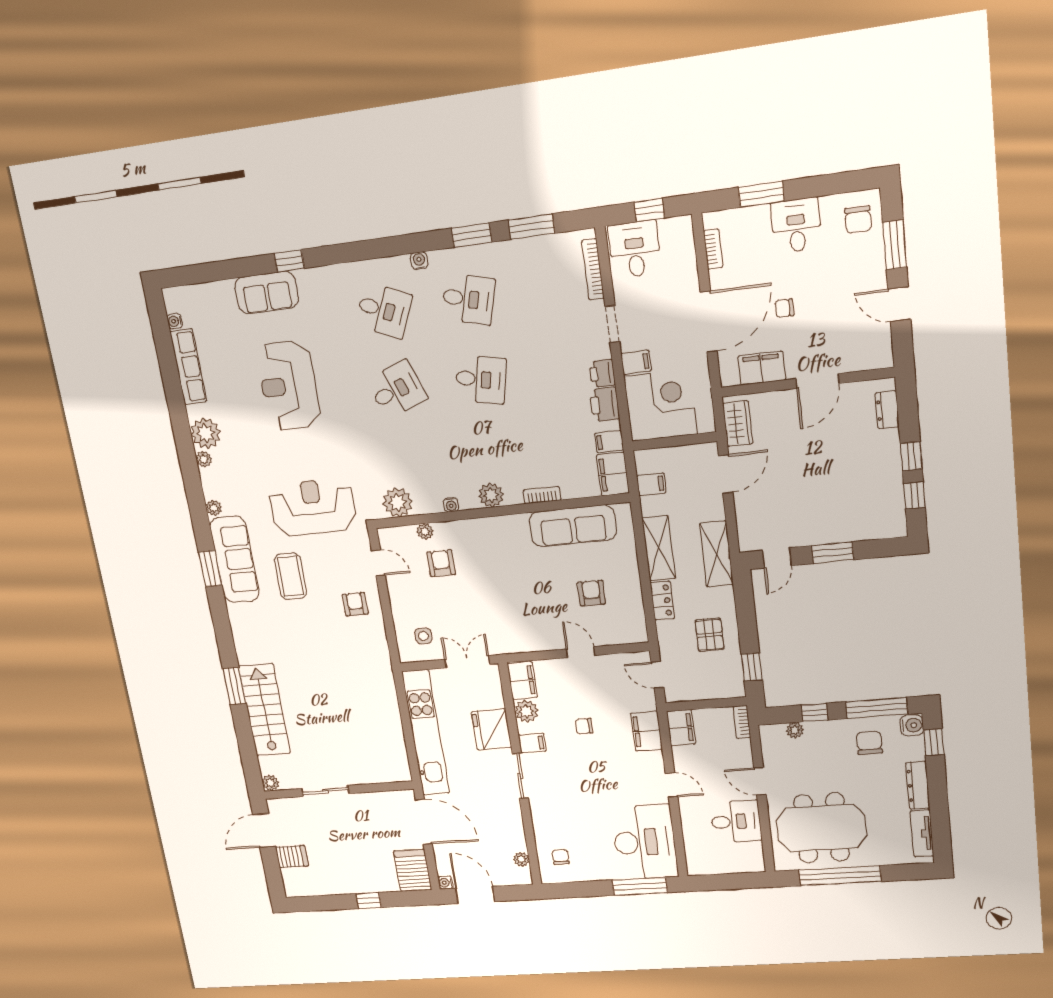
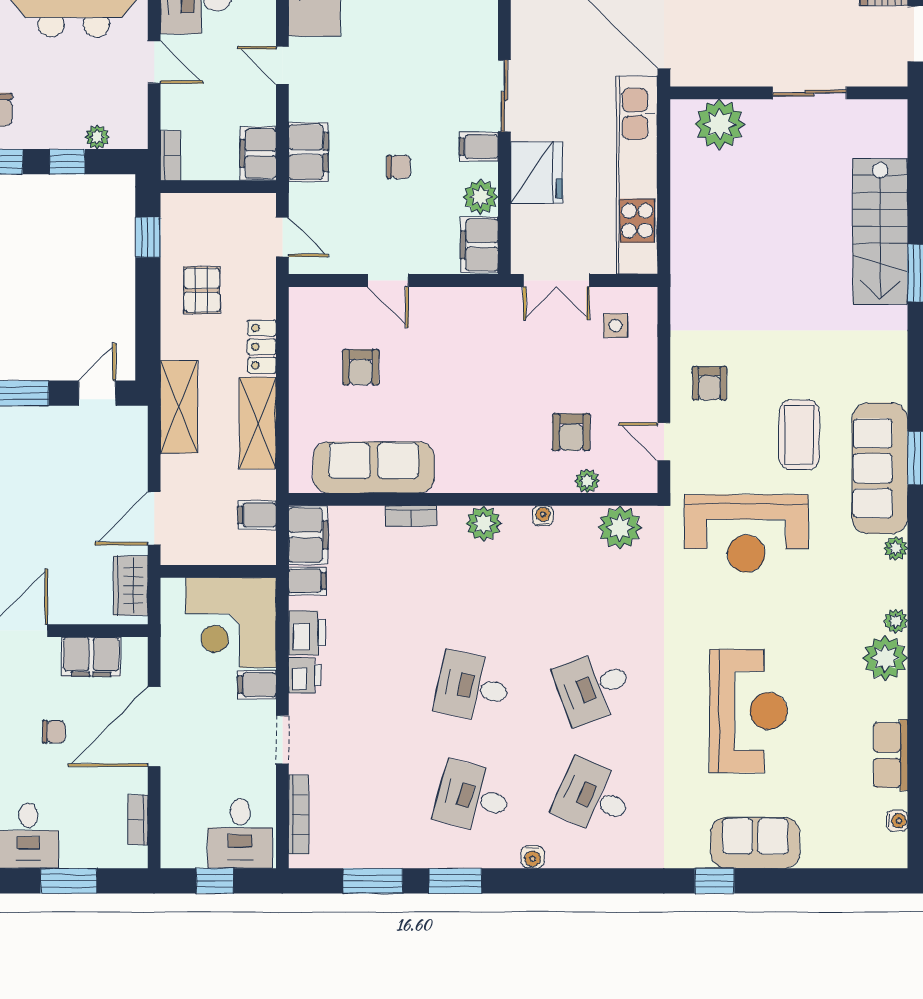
row of seats: (188, 367) -> (891, 755), width x0.68
plant: (270, 783) -> (720, 124), moved, width x1.87, depth x1.87

